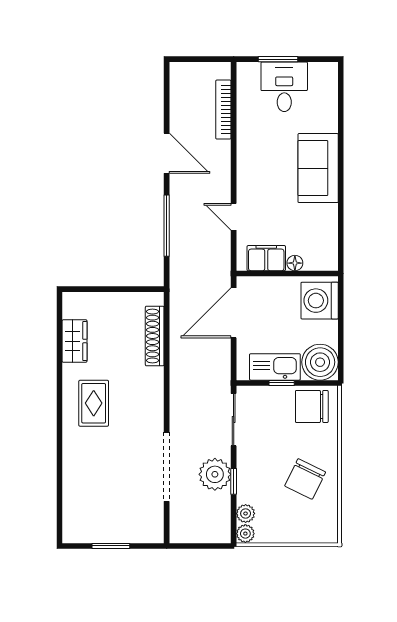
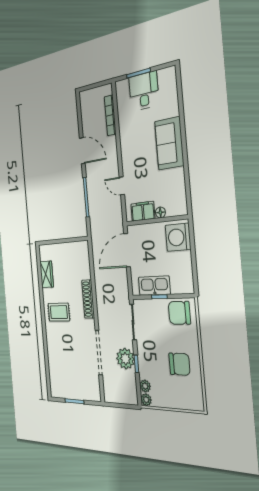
shoe rack: (155, 336) -> (88, 299), moved
boiler: (320, 362) -> (182, 281), removed
rug: (94, 403) -> (59, 312), turned 90
chair: (305, 479) -> (179, 364), turned -116

